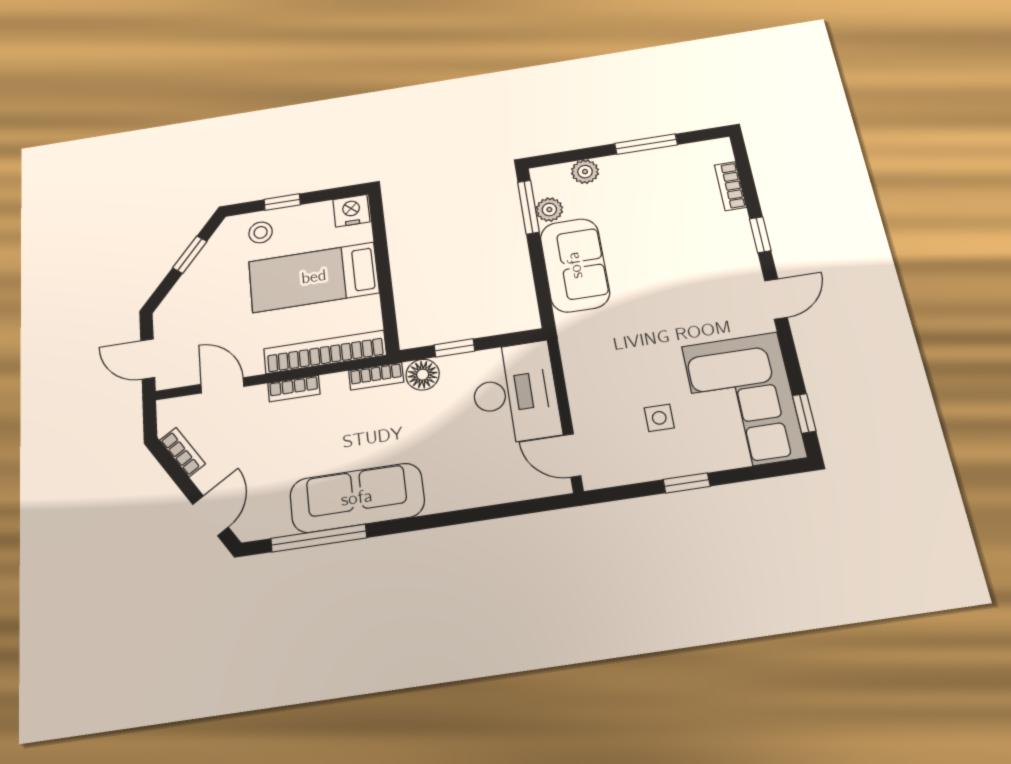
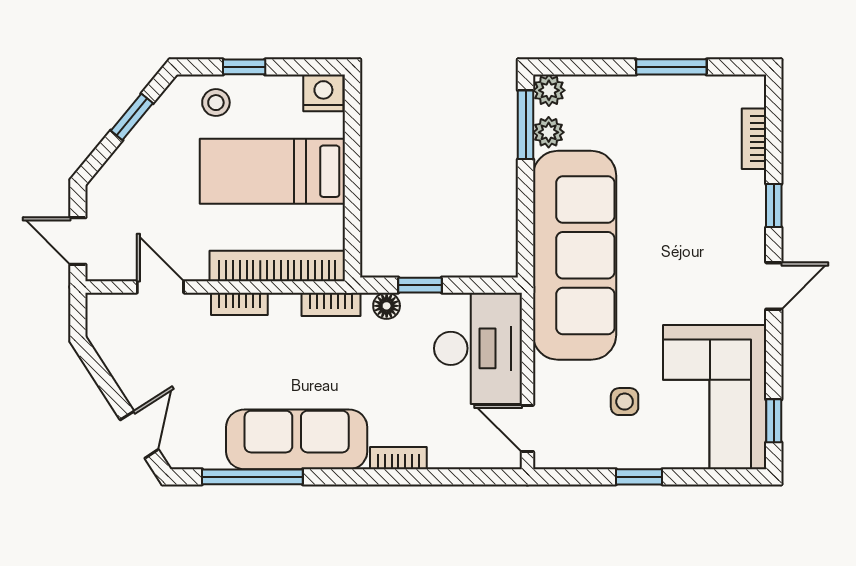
plant: (585, 172) -> (549, 90), moved
sofa: (575, 265) -> (575, 255), width x1.85, depth x1.27
floor lamp: (423, 375) -> (387, 306), width x0.73, depth x0.73
bookcase: (182, 452) -> (398, 458), moved, turned -57

